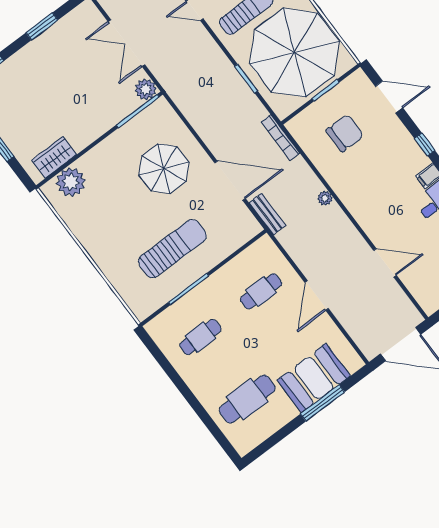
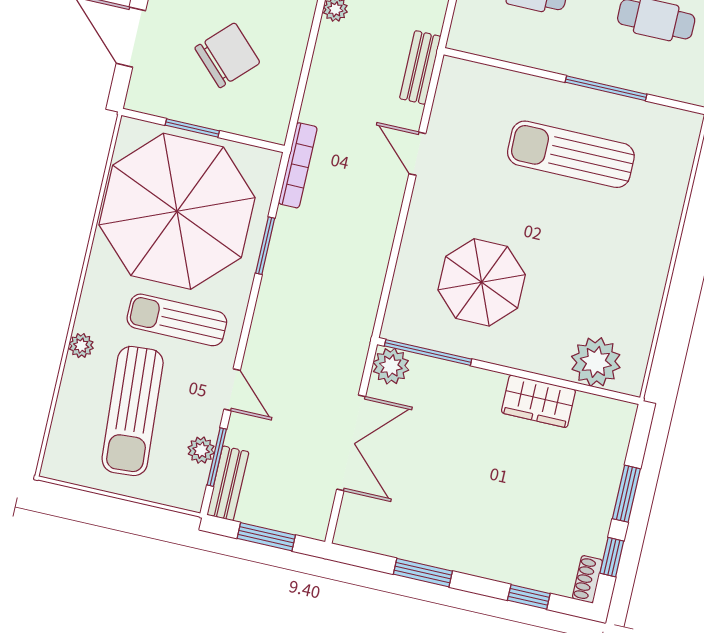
chair: (345, 133) -> (227, 55), turned 135
bookcase: (280, 138) -> (298, 165), moved
wardrobe: (54, 157) -> (538, 401), moved
parasol: (164, 169) -> (482, 282), moved
door: (230, 181) -> (417, 154), width x0.53

